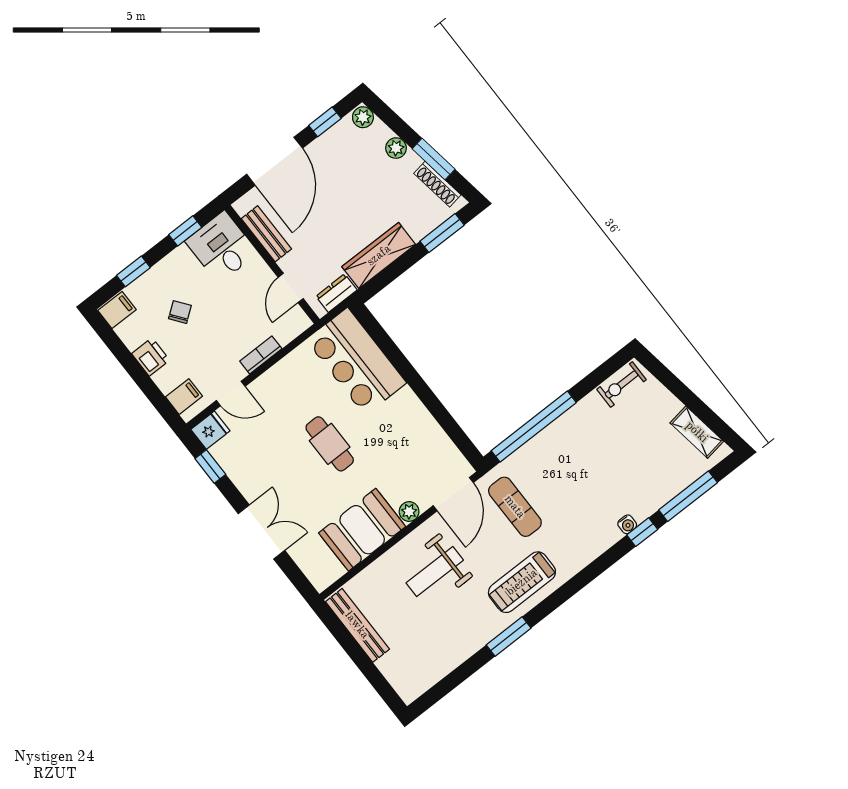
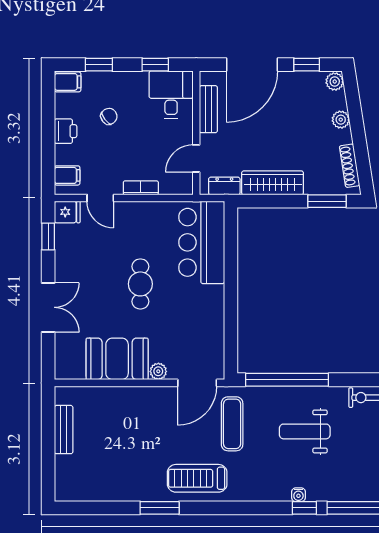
window: (434, 159) -> (360, 147), removed
weight bench: (435, 571) -> (305, 431), moved
bench: (357, 625) -> (64, 430), width x0.73

